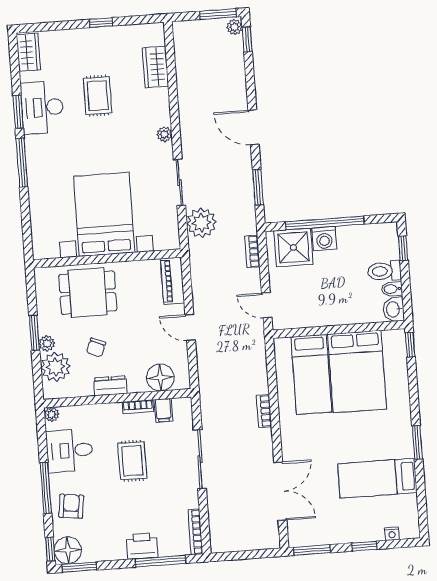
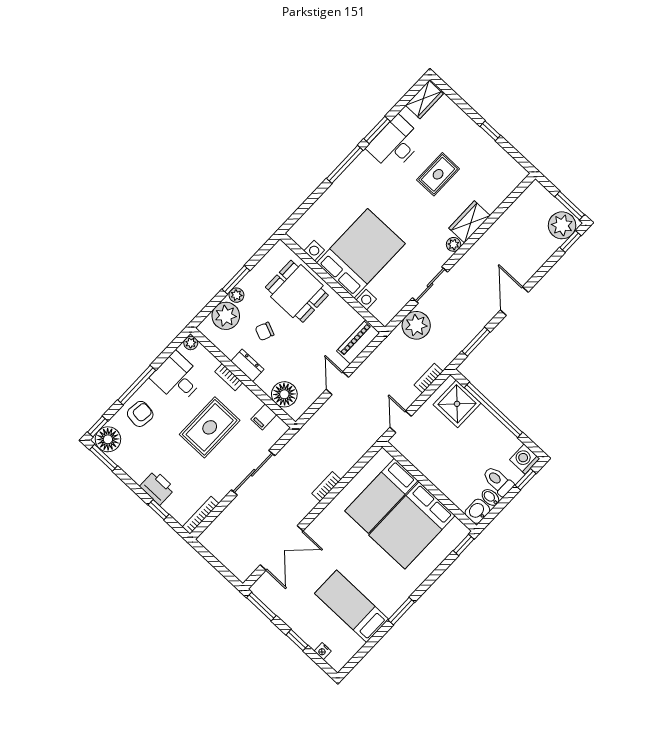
plant: (234, 27) -> (562, 225), width x1.87, depth x1.87
wardrobe: (155, 67) -> (469, 222), moved
washing machine: (324, 239) -> (525, 459), moved, turned 90
bookcase: (138, 407) -> (229, 377), moved
rug: (132, 461) -> (210, 427), width x1.36, depth x1.43
window: (160, 561) -> (159, 510), width x0.46

